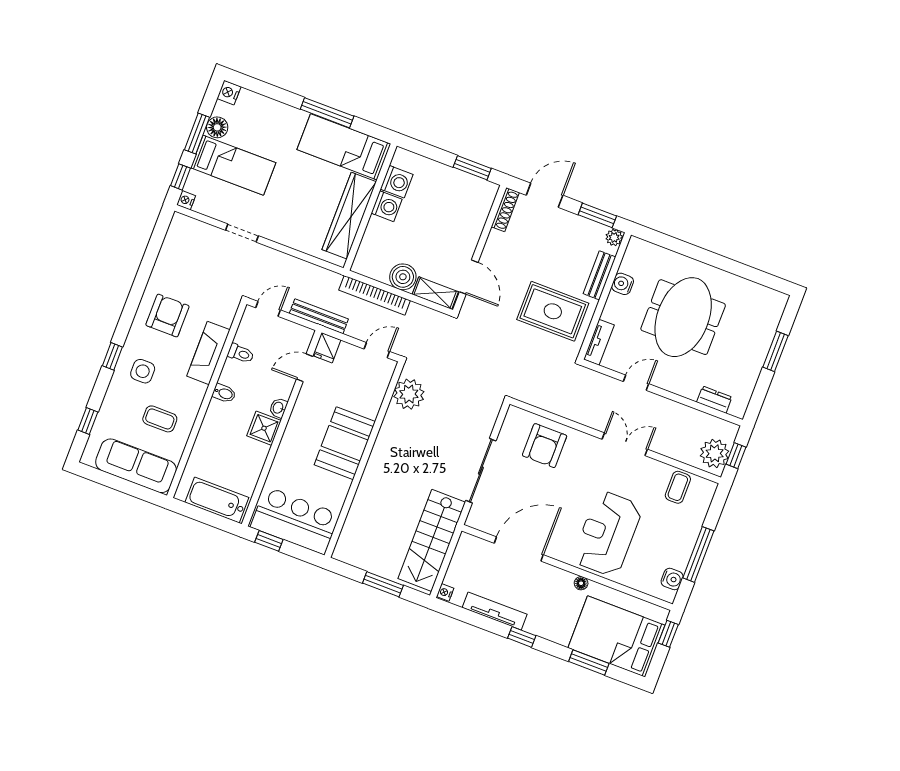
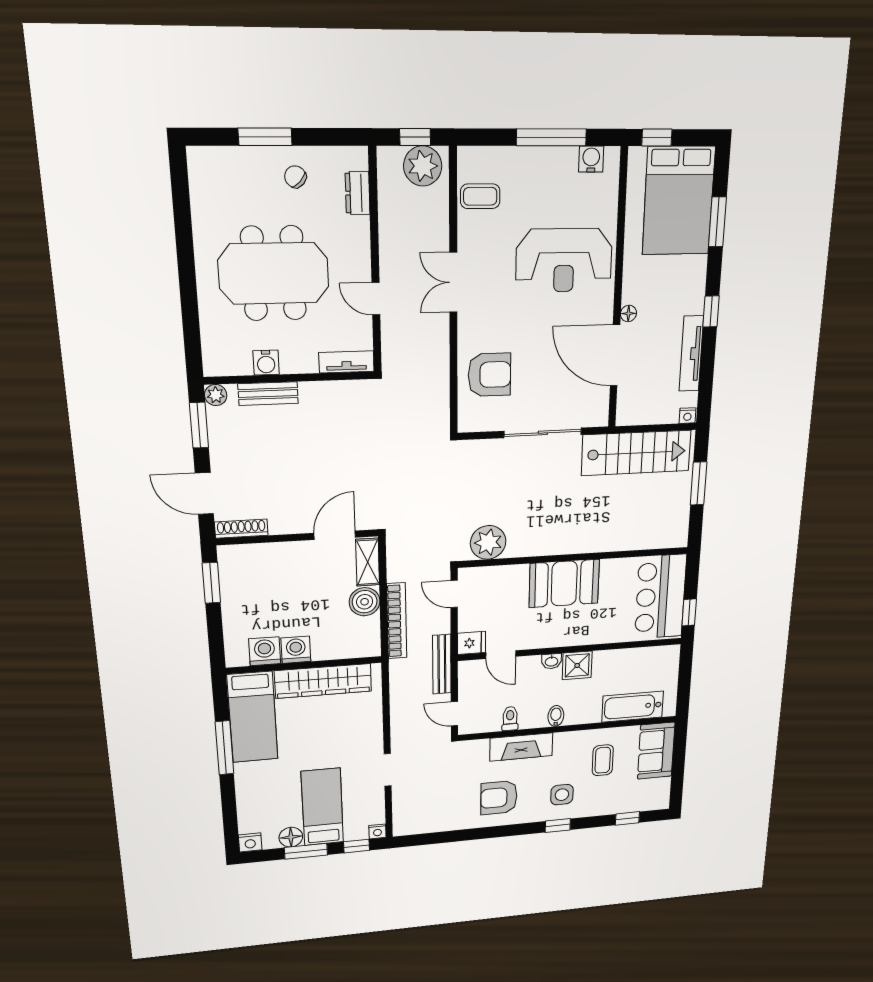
rug: (553, 311) -> (333, 429), removed
chair: (742, 361) -> (295, 177), added
sofa: (136, 466) -> (656, 751), width x0.73
bathtub: (217, 500) -> (633, 707), moved, turned 90
floor lamp: (581, 583) -> (628, 313), moved

